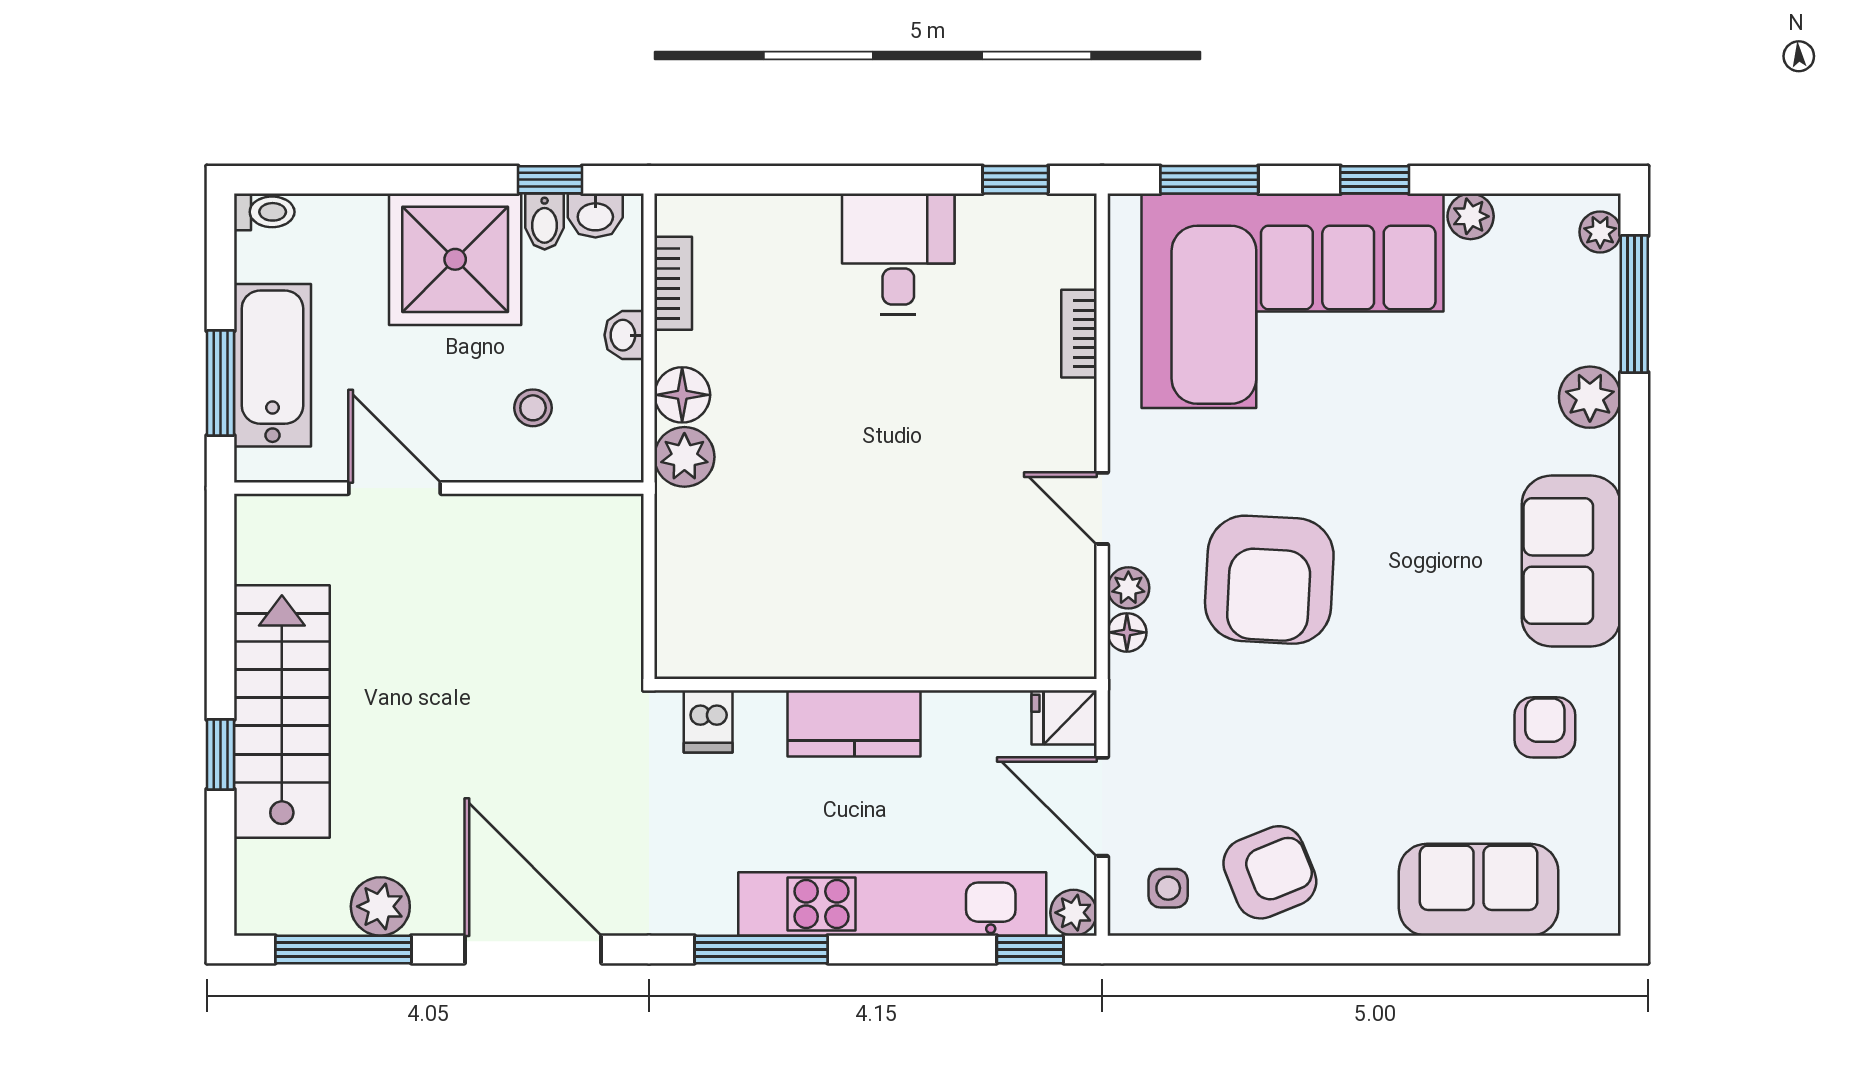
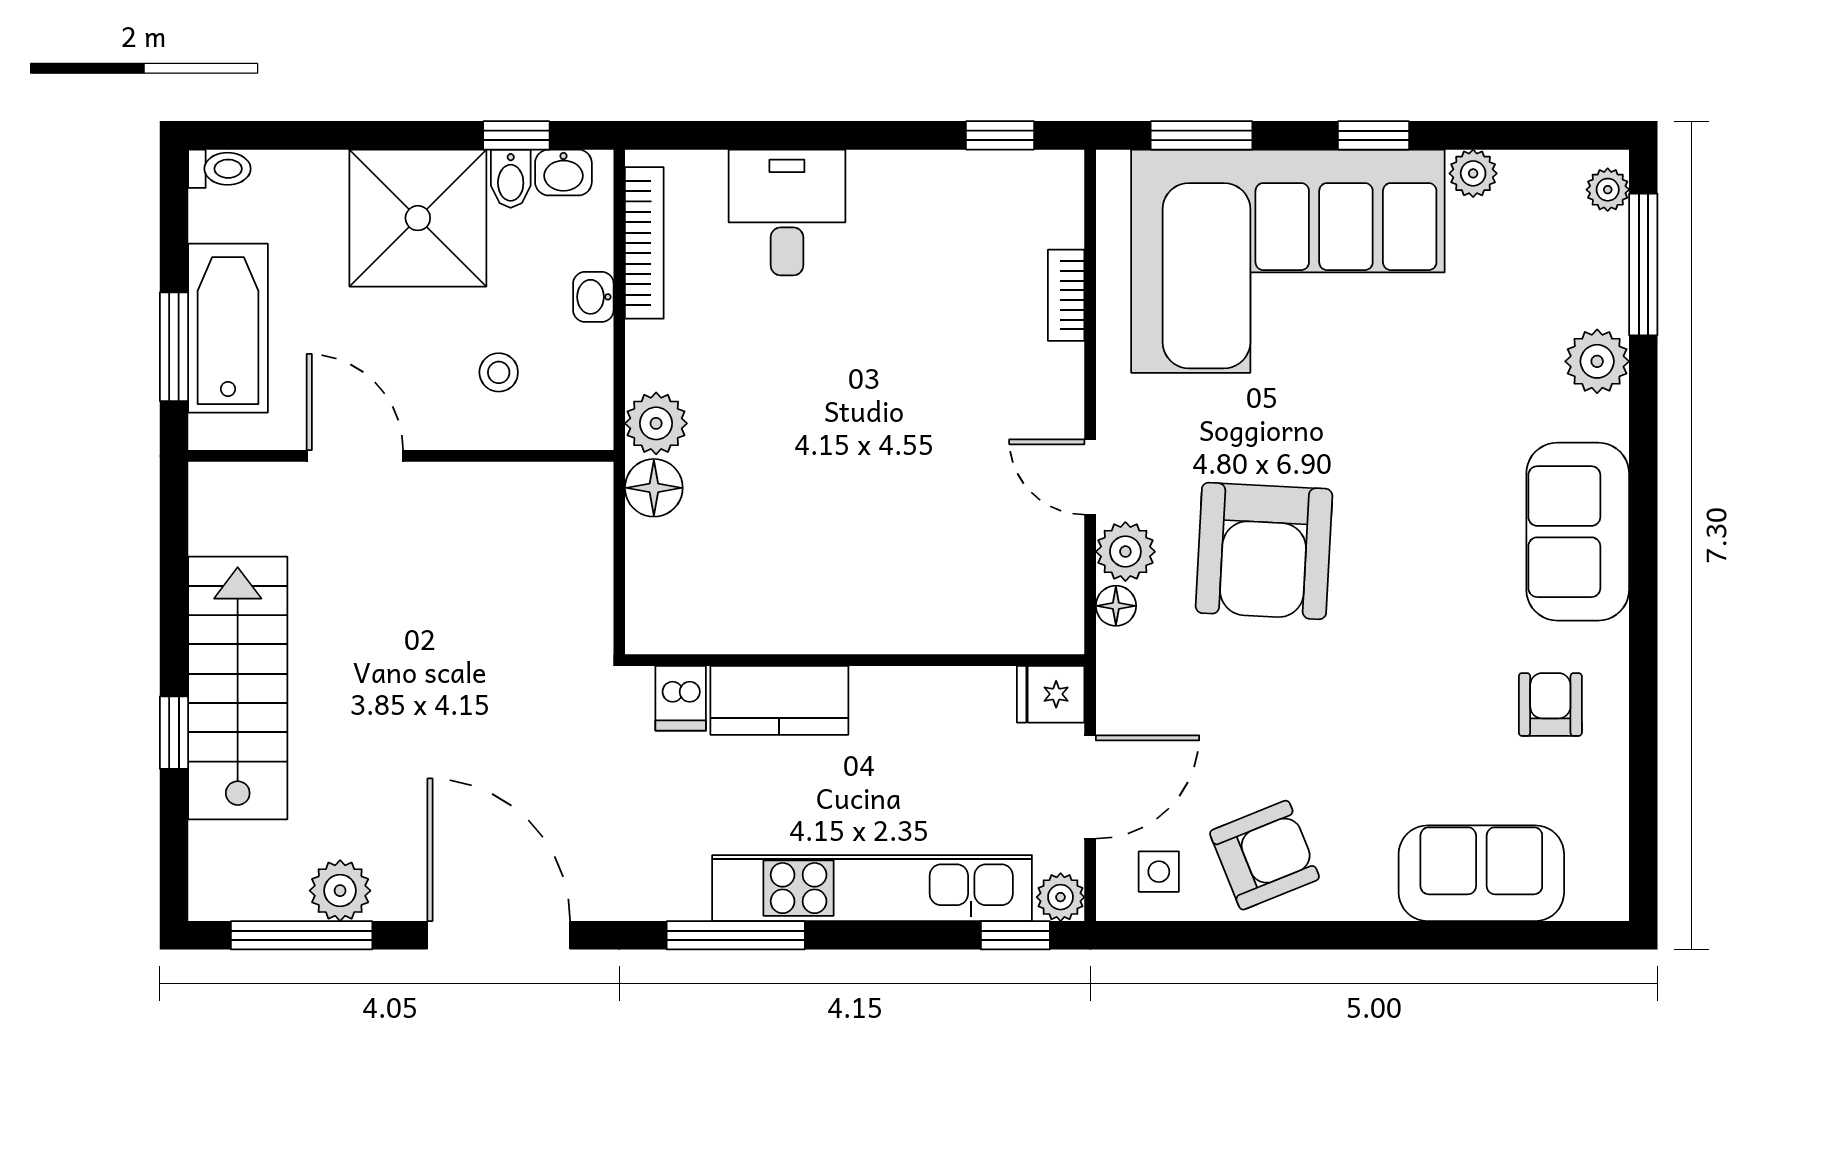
desk: (898, 254) -> (787, 212), moved
bookcase: (673, 283) -> (644, 243), width x1.56
floor lamp: (682, 395) -> (654, 488), moved
plant: (1128, 588) -> (1125, 552), width x1.38, depth x1.38
kitchen counter: (854, 723) -> (779, 700), moved
door: (1102, 807) -> (1090, 787), swing flipped

